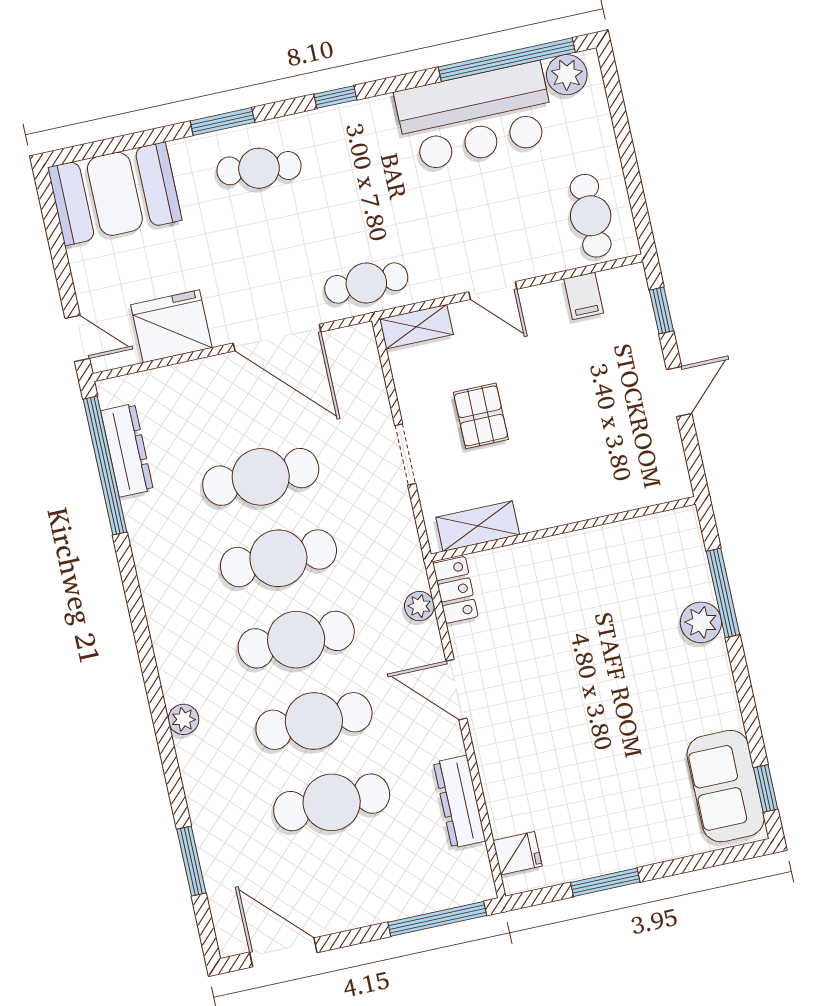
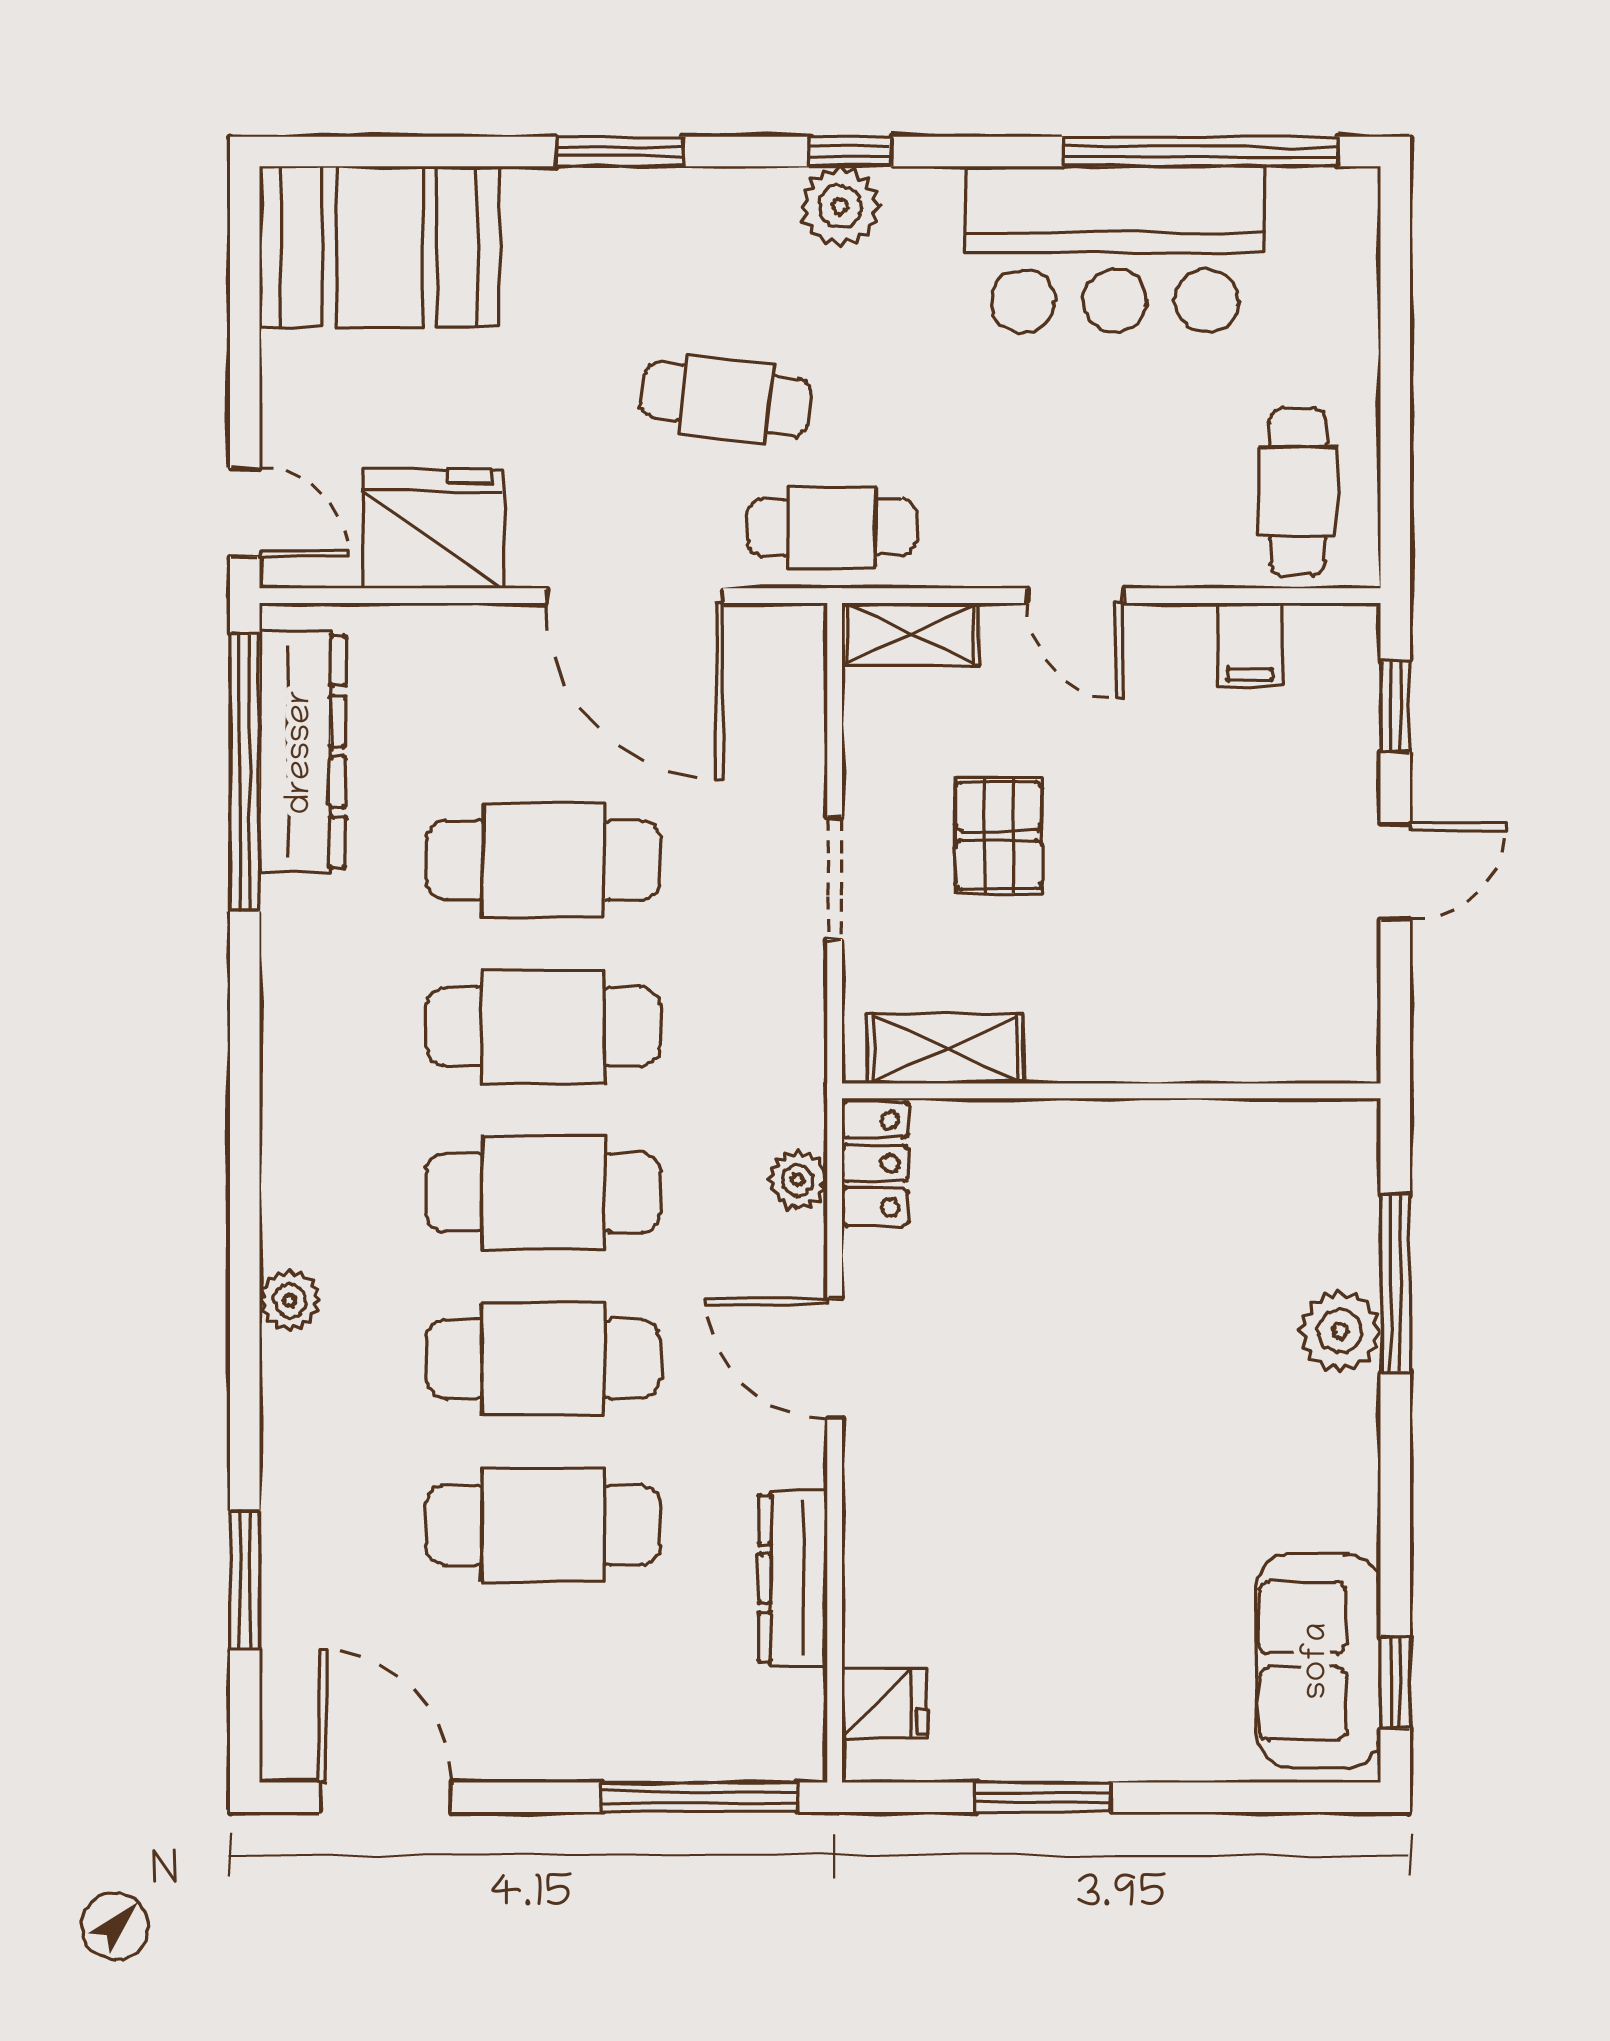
plant: (567, 75) -> (840, 206), moved
cafe table: (259, 168) -> (726, 399), moved
dresser: (127, 450) -> (302, 752), width x1.37, depth x1.24

